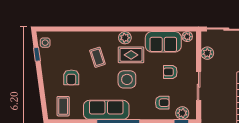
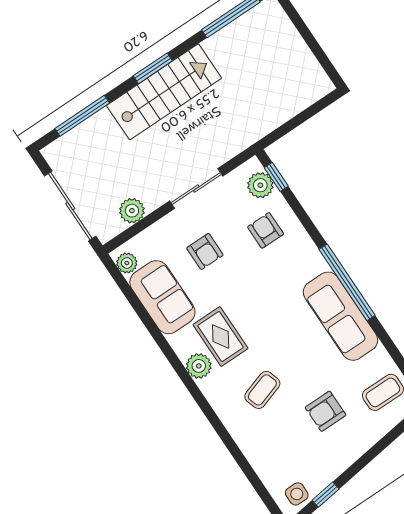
armchair: (71, 77) -> (326, 411), turned 180
side table: (127, 79) -> (266, 316), removed

